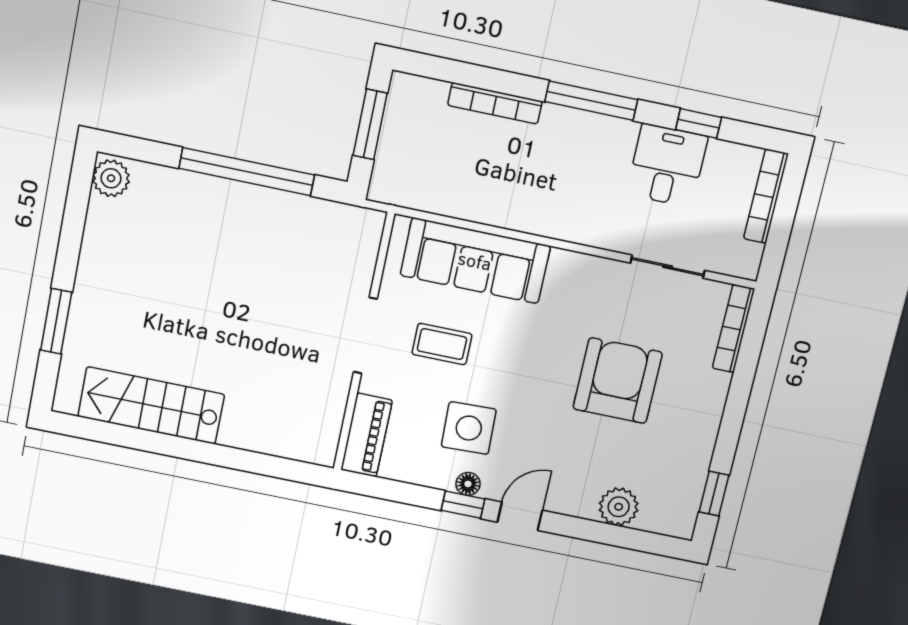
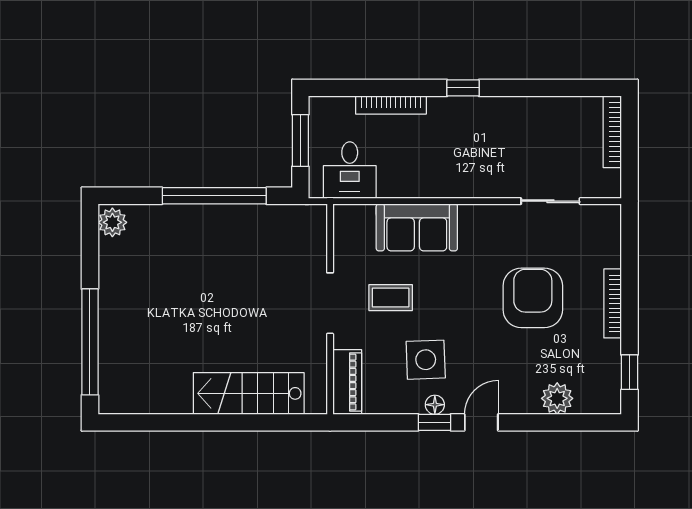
window: (591, 101) -> (463, 88), width x0.46
window: (699, 123) -> (548, 88), removed
desk: (667, 165) -> (350, 170), moved, turned 180
sofa: (475, 261) -> (417, 227), width x0.73
window: (56, 321) -> (90, 342), width x2.11
bookcase: (733, 329) -> (613, 303), moved
stairs: (151, 406) -> (249, 393), moved

